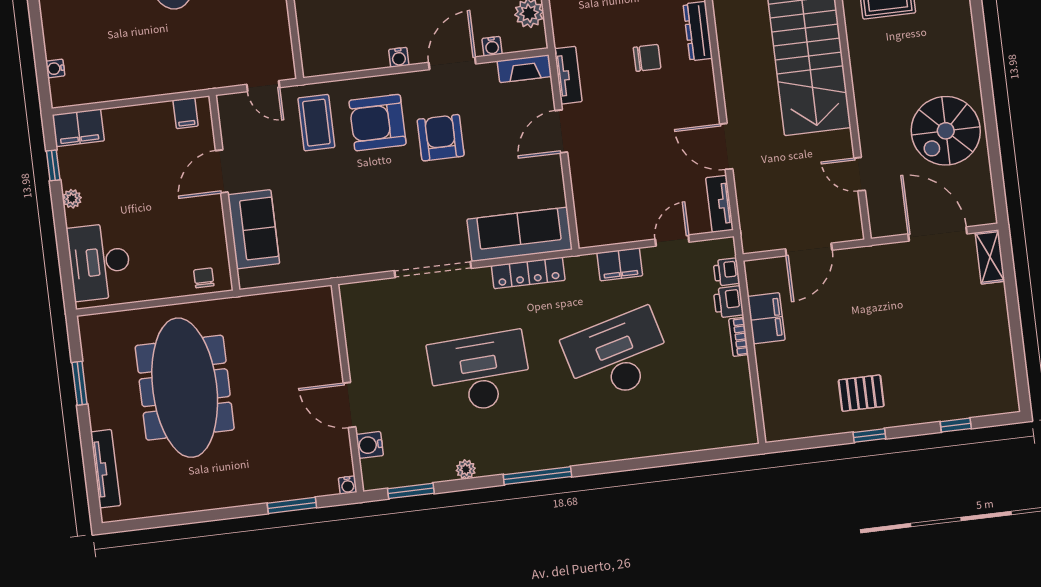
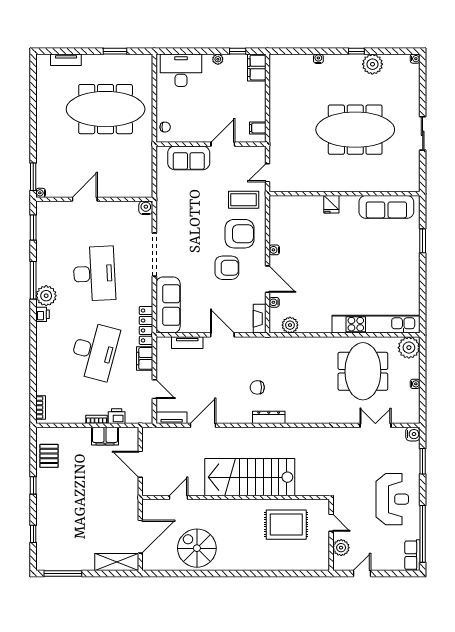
chair: (647, 58) -> (257, 387), turned 90
water cooler: (55, 68) -> (318, 59), moved
tv unit: (568, 75) -> (187, 343), moved
armchair: (378, 123) -> (240, 234), turned 90
door: (222, 171) -> (223, 144), hinge flipped
shelving: (990, 257) -> (117, 562), width x1.50, depth x1.33
printer: (726, 272) -> (43, 314), moved, turned 90
locker: (528, 273) -> (146, 325), moved
desk: (617, 356) -> (94, 351), turned 30
window: (1020, 364) -> (63, 574), added
pallet: (861, 393) -> (49, 456), moved
bookcase: (729, 439) -> (41, 407), added
water cooler: (370, 445) -> (146, 208), moved
tv unit: (106, 469) -> (66, 60), width x0.71
plant: (466, 469) -> (46, 296), moved, width x1.87, depth x1.87
window: (537, 476) -> (33, 280), moved
window: (292, 505) -> (33, 177), moved

